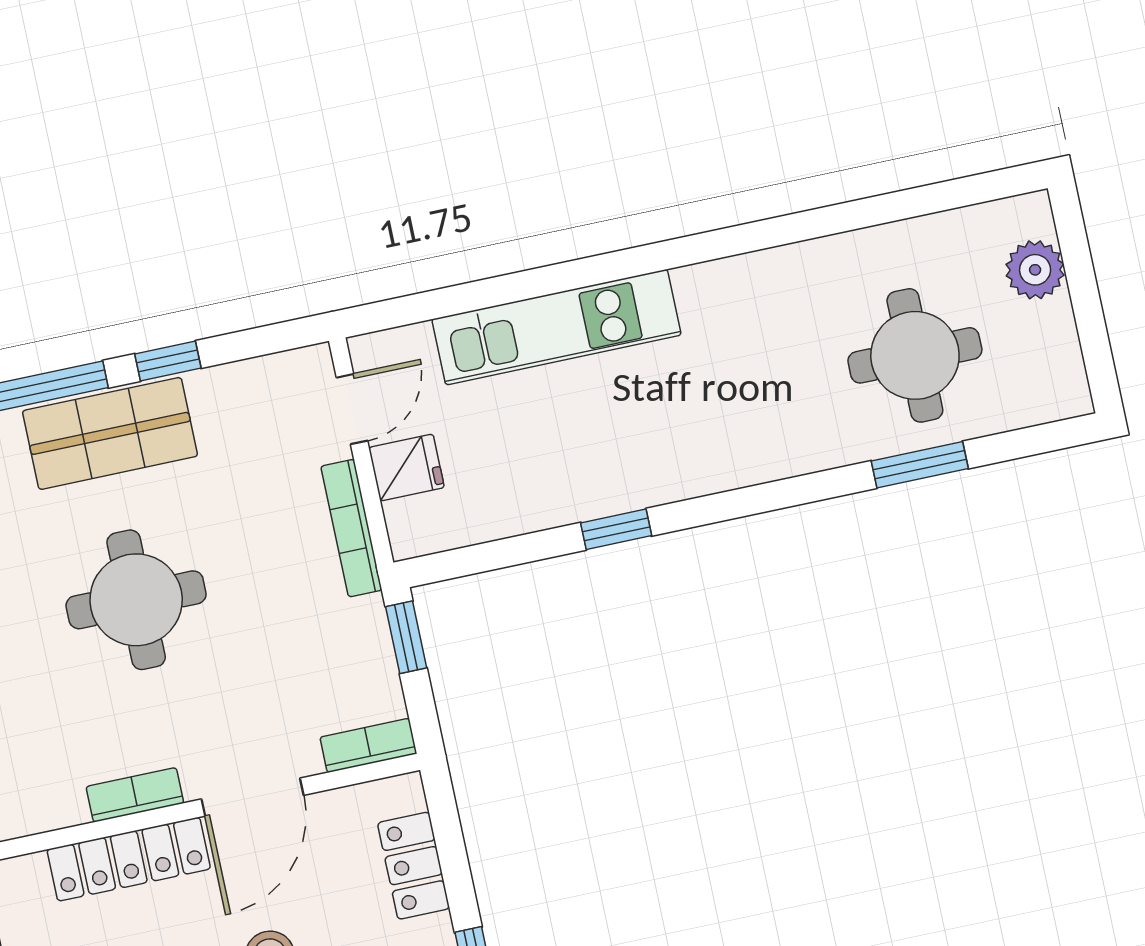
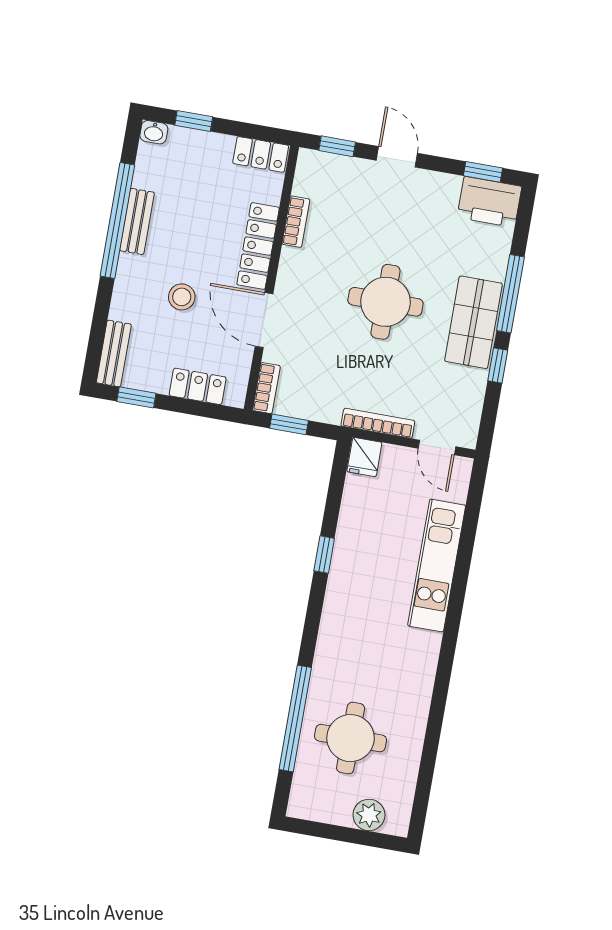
window: (920, 465) -> (295, 718), width x2.11
fridge: (407, 468) -> (364, 457), moved
window: (406, 637) -> (289, 424), moved
bookcase: (135, 795) -> (296, 222), moved

